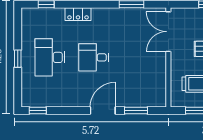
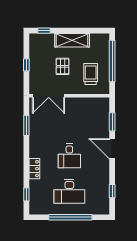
window: (18, 59) -> (70, 217), width x3.17
window: (38, 110) -> (112, 191), moved

